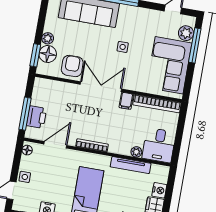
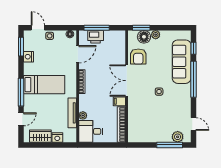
corner sofa: (169, 65) -> (152, 128), removed
armchair: (72, 66) -> (138, 57), turned 90
double door: (101, 87) -> (127, 81), swing flipped
door: (55, 145) -> (78, 54), hinge flipped

